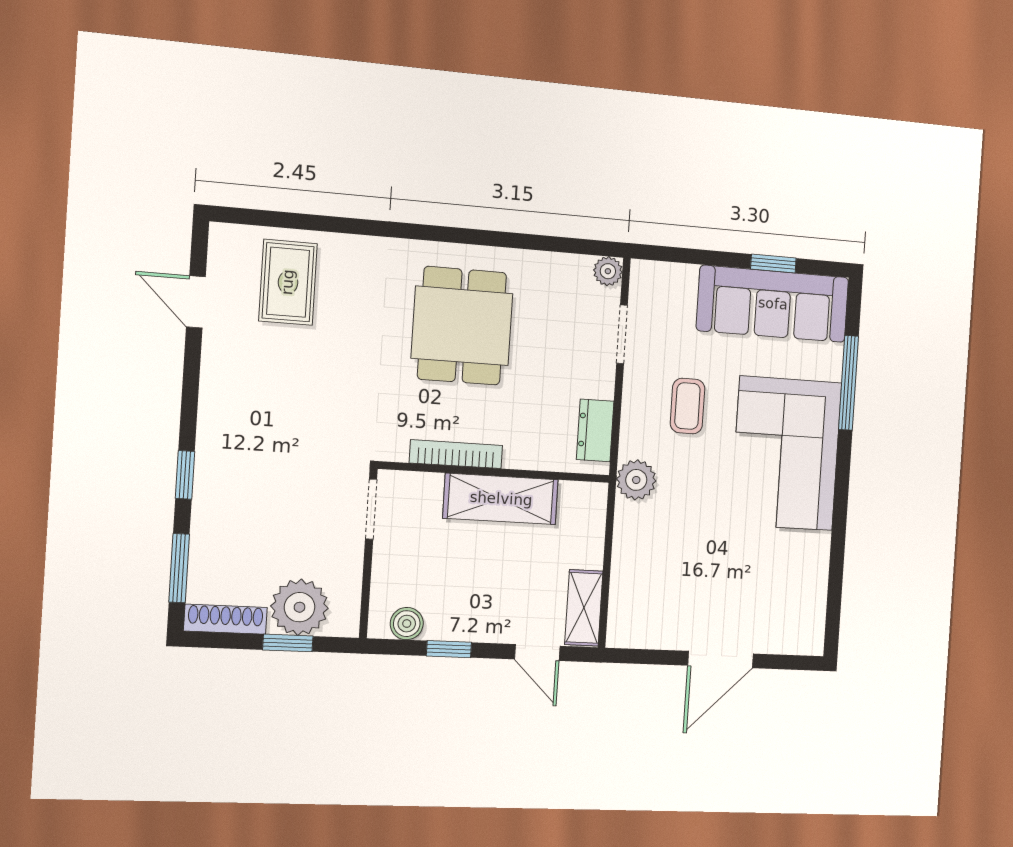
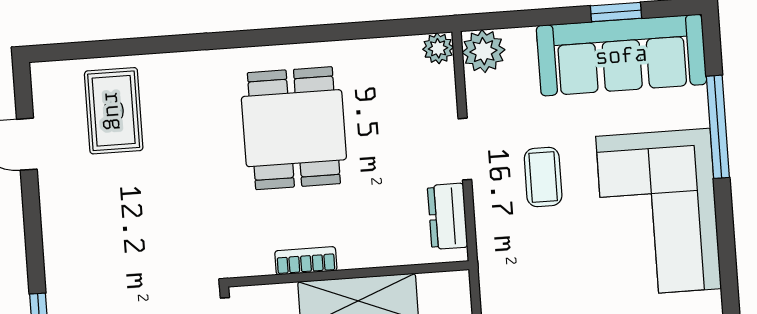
doorway: (622, 334) -> (465, 149), moved
bookcase: (456, 454) -> (306, 261), width x0.64
plant: (636, 480) -> (483, 51), moved

